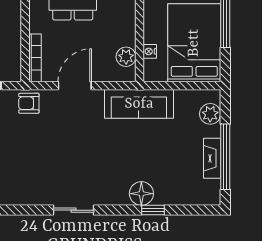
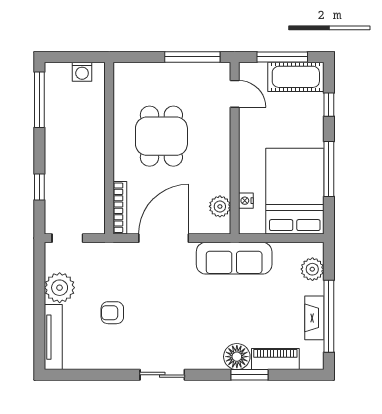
door: (75, 86) -> (164, 238), width x1.36
armchair: (29, 103) -> (112, 313), moved
piano: (177, 196) -> (275, 359), added
window: (153, 210) -> (250, 375), width x1.50

